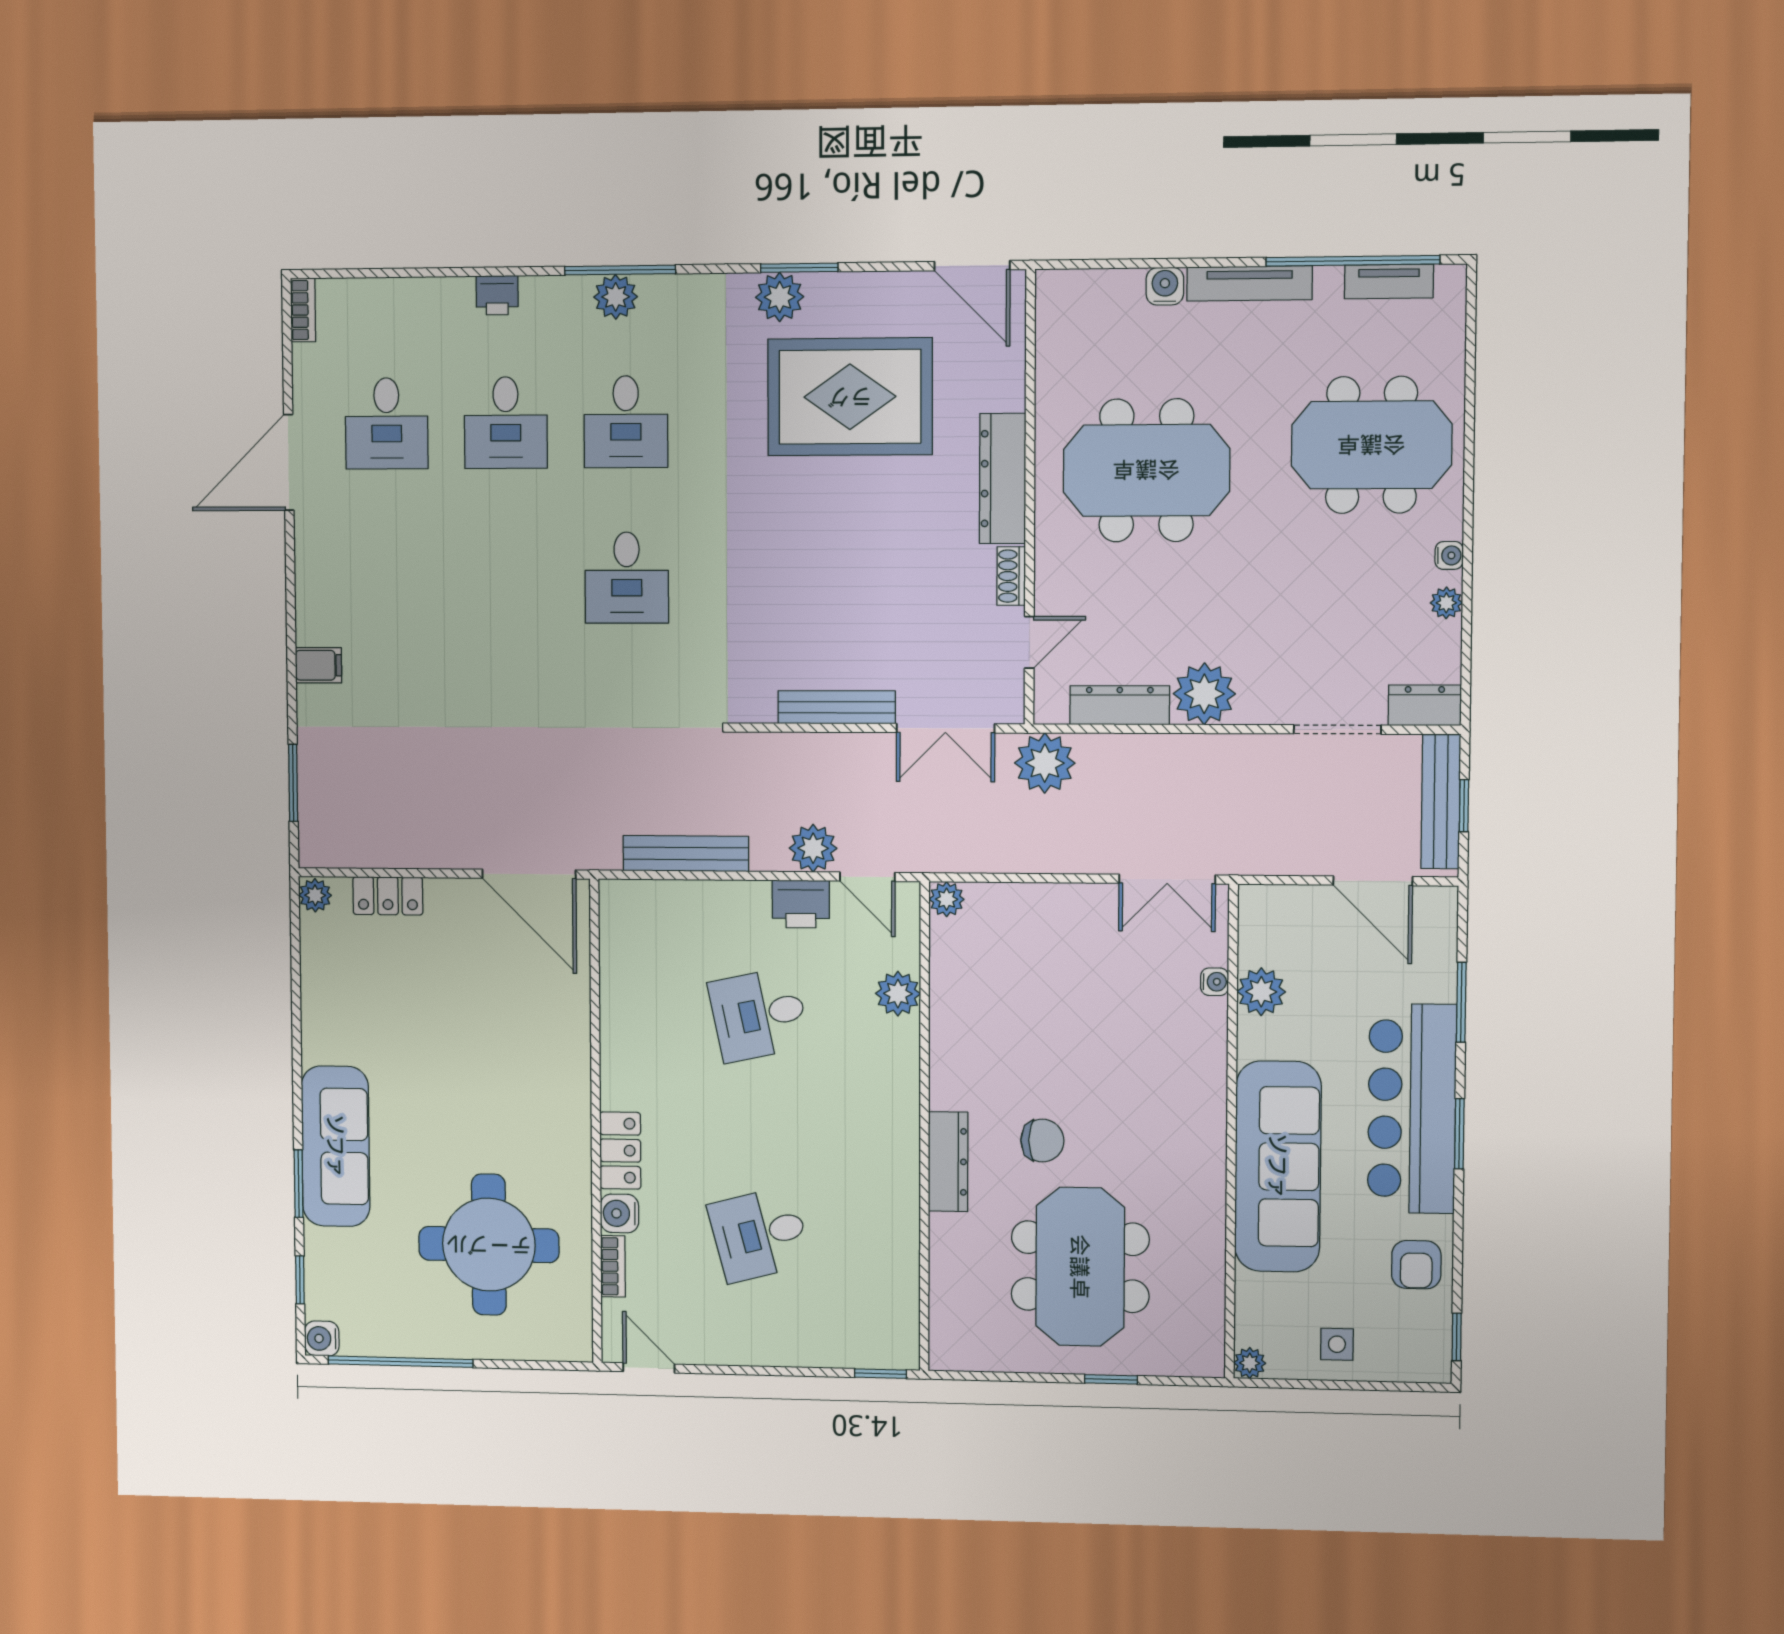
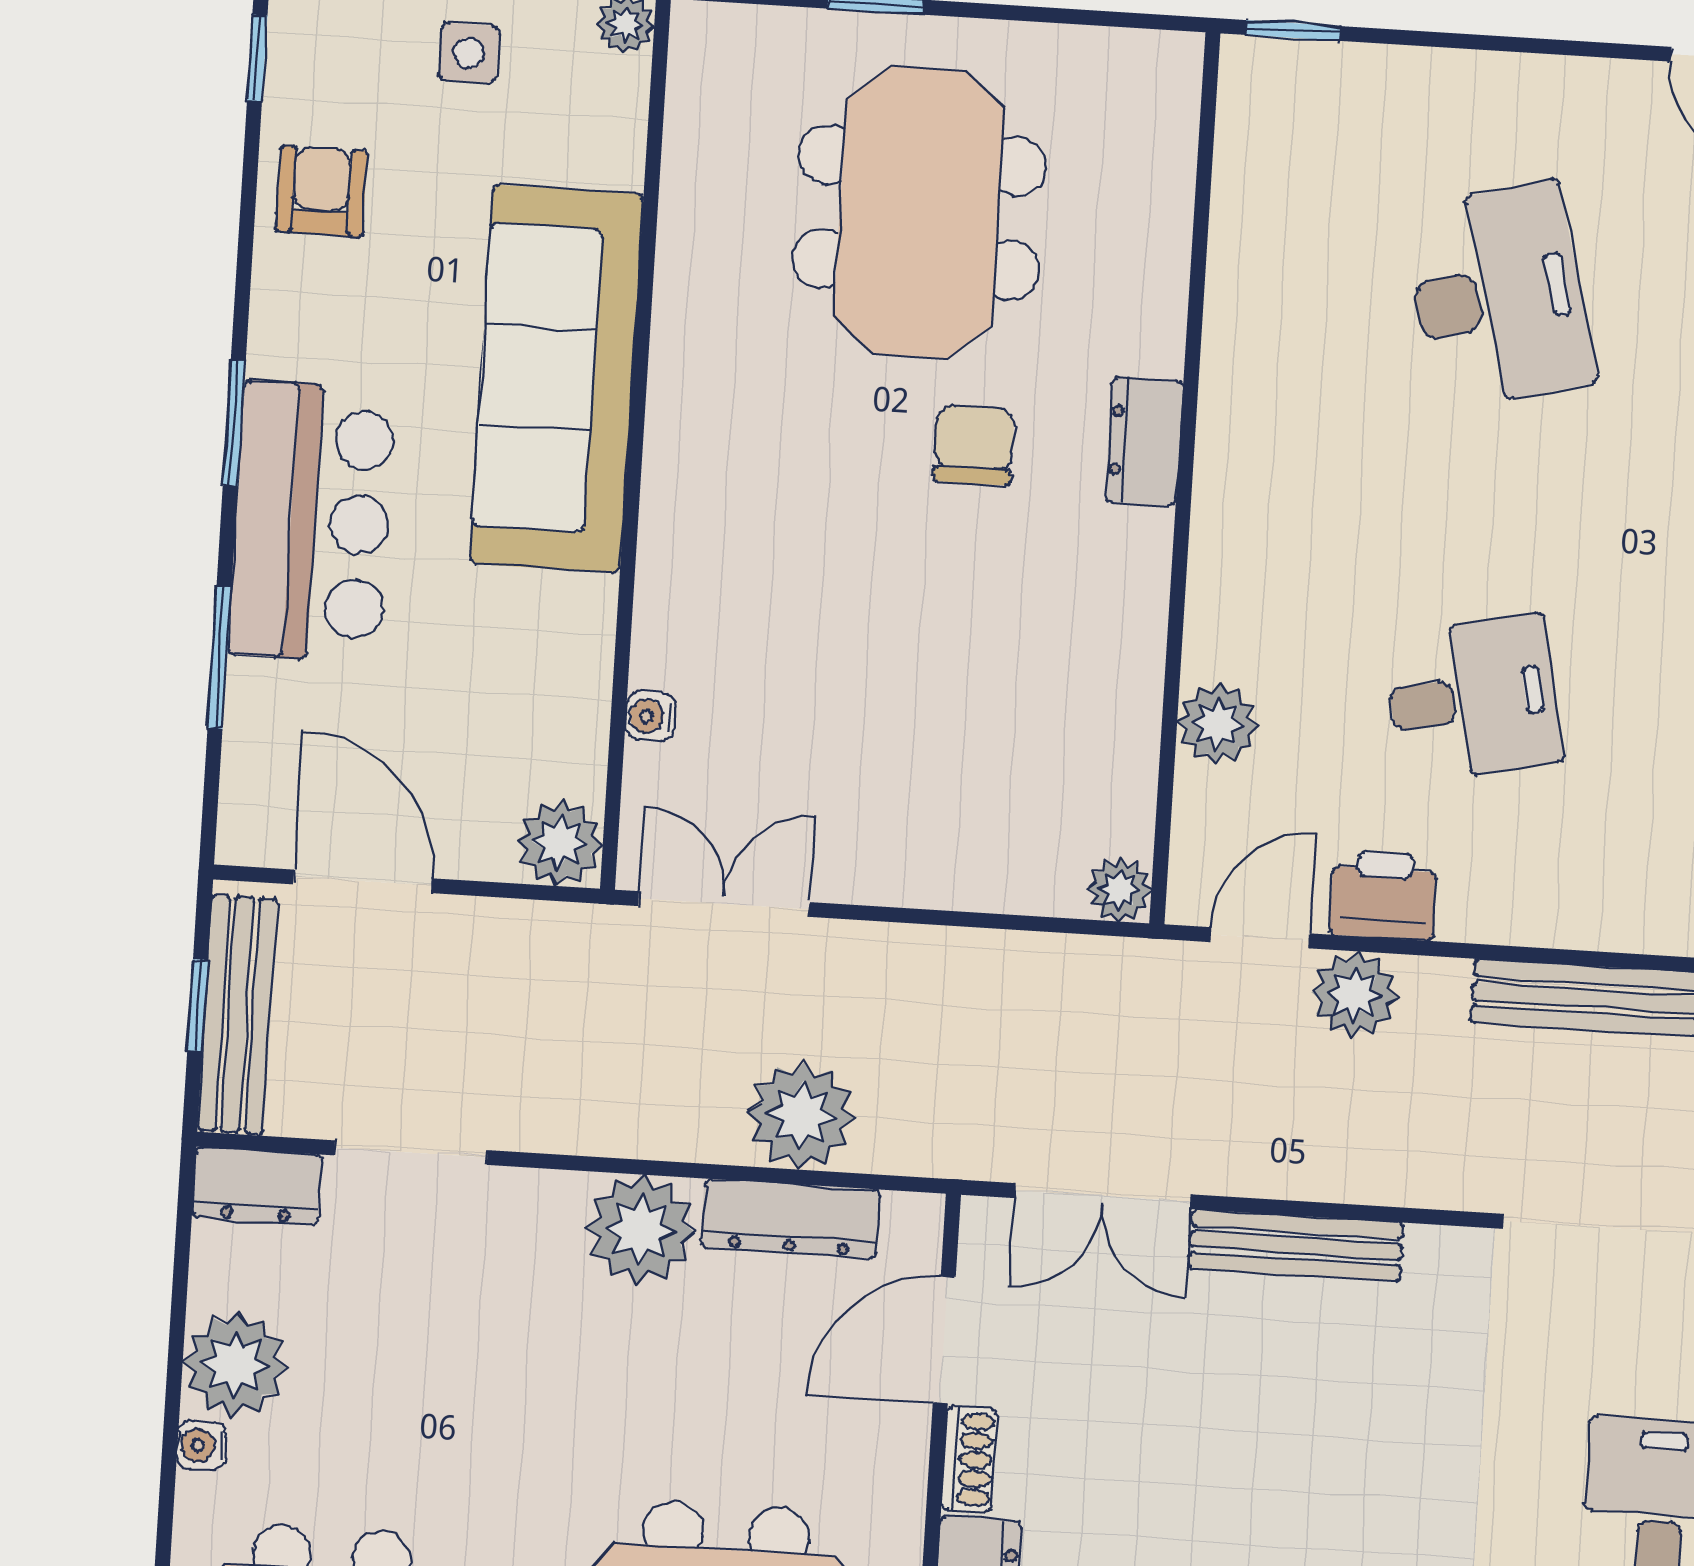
plant: (1446, 603) -> (235, 1365), width x1.88, depth x1.88
door: (1029, 642) -> (944, 1340), width x1.37
double door: (945, 728) -> (1103, 1196), swing flipped
plant: (1045, 763) -> (801, 1116), moved
door: (867, 877) -> (1260, 938), hinge flipped
plant: (1261, 992) -> (560, 843), moved
bar counter: (1412, 1109) -> (312, 522), width x0.73
chair: (1042, 1141) -> (974, 445), turned 90
dresser: (948, 1162) -> (1144, 442), width x0.70
desk: (759, 1234) -> (1498, 296), width x1.37

